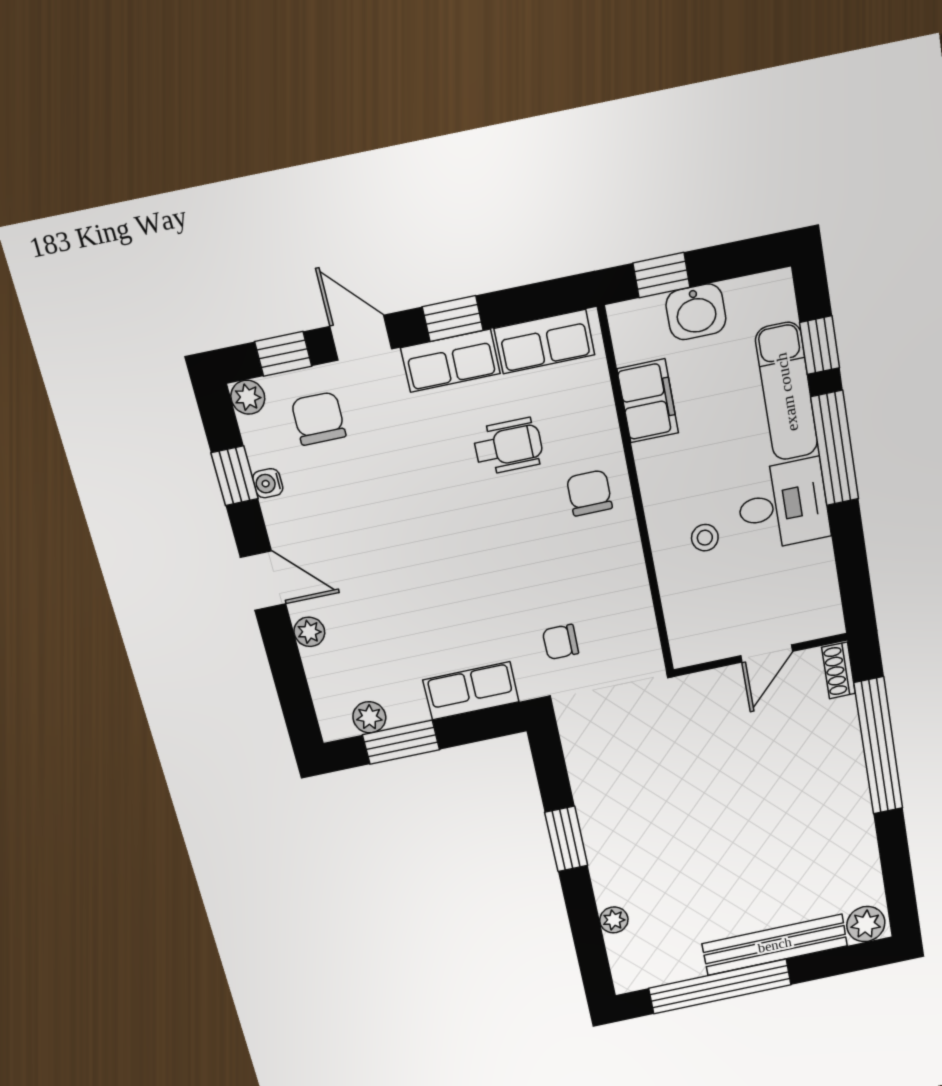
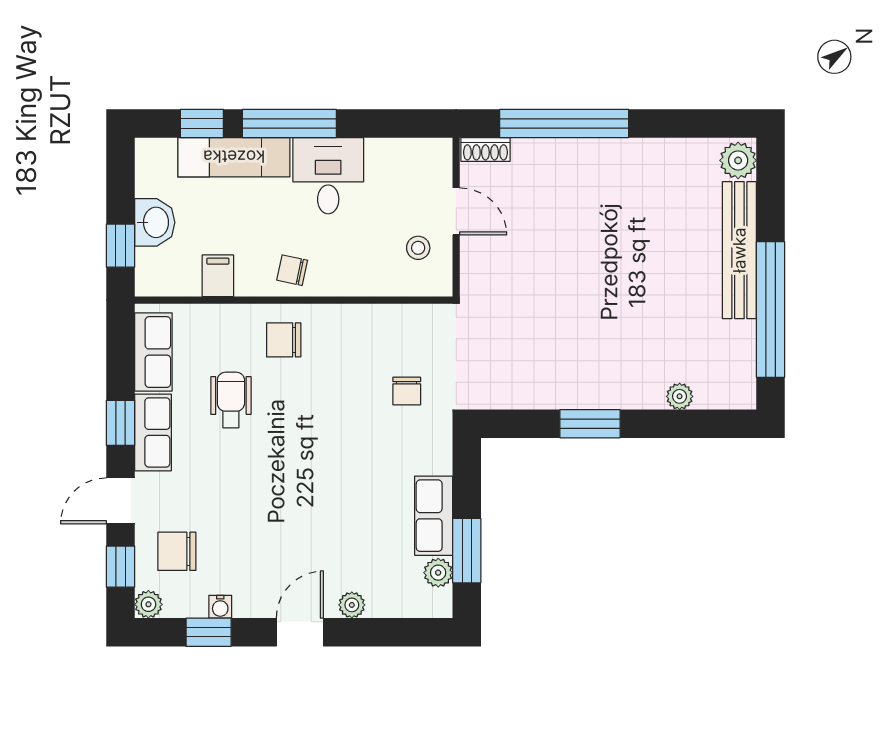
filing cabinet: (648, 401) -> (218, 276), width x0.50
chair: (670, 486) -> (292, 270), added
stool: (705, 538) -> (418, 248), moved
row of seats: (471, 691) -> (434, 516), moved

